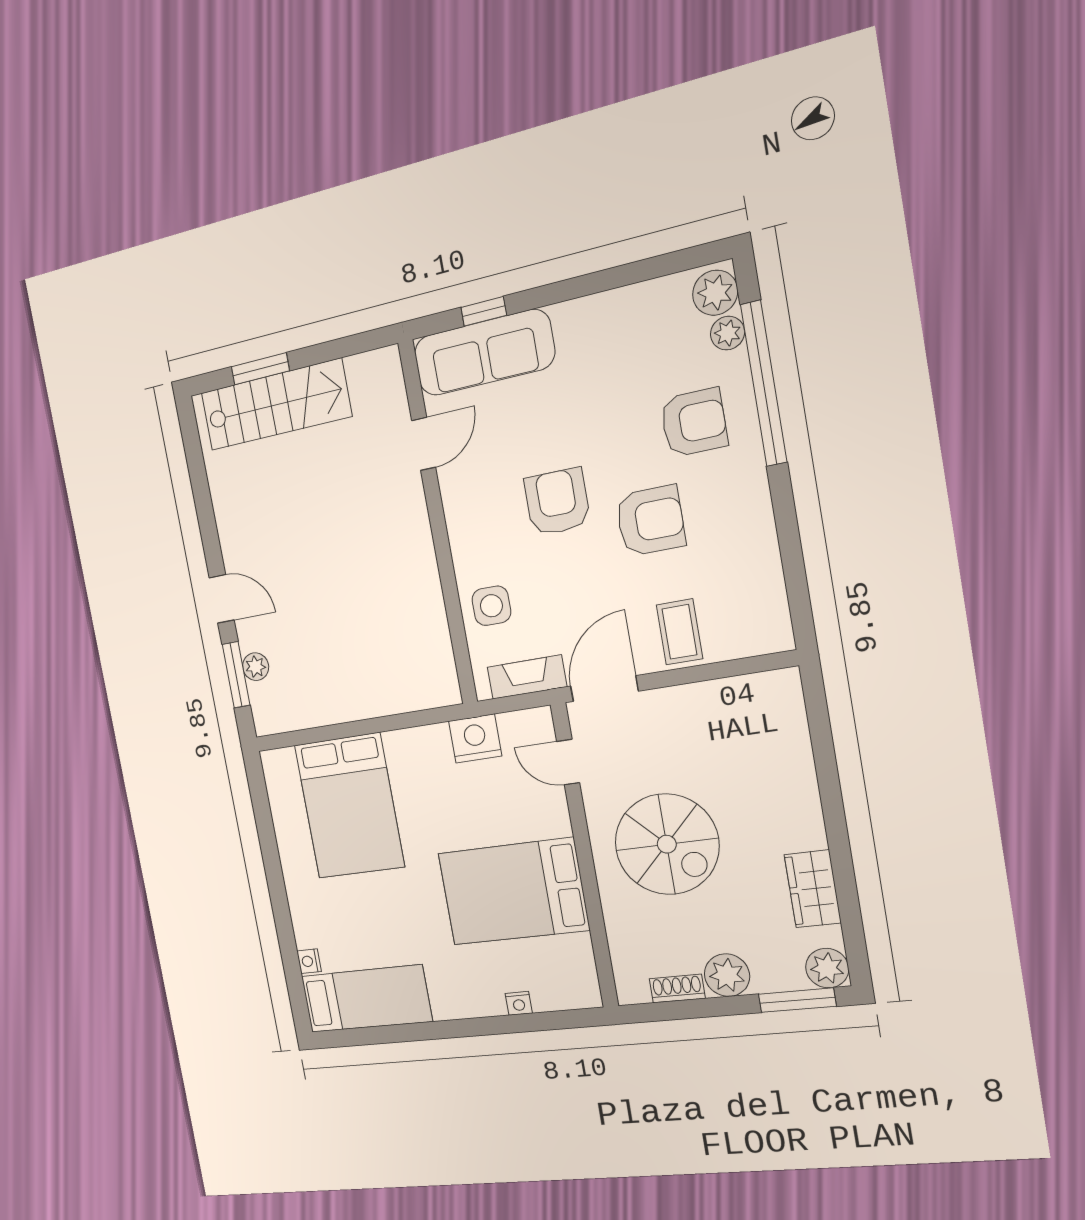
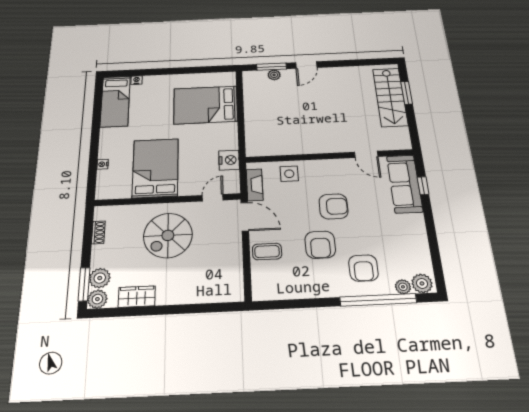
plant: (727, 975) -> (100, 278), moved

